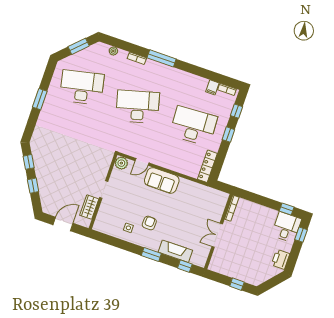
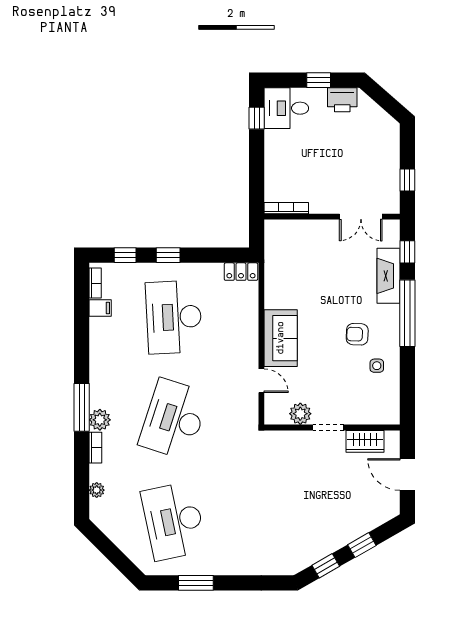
window: (79, 46) -> (109, 549), removed
plant: (151, 66) -> (100, 420), added
window: (40, 99) -> (196, 583), moved
desk: (138, 107) -> (174, 419), turned 33
plant: (121, 163) -> (300, 414), moved
locker: (207, 166) -> (241, 272), width x0.66
double door: (217, 235) -> (361, 217), moved
window: (301, 235) -> (319, 80), moved
window: (151, 254) -> (407, 313), width x2.11
window: (237, 284) -> (407, 180), moved

